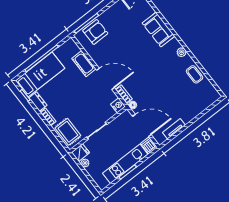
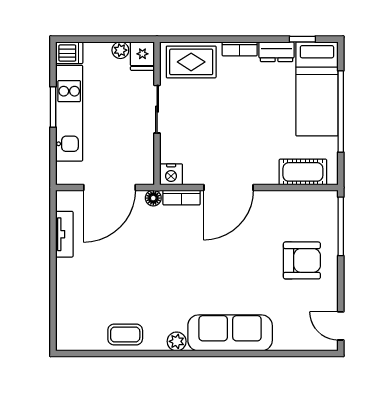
sofa: (158, 30) -> (230, 333), width x1.36
armchair: (95, 32) -> (302, 260), moved, turned -90
cot: (84, 64) -> (303, 172), moved
dishwasher: (149, 145) -> (69, 53), moved

